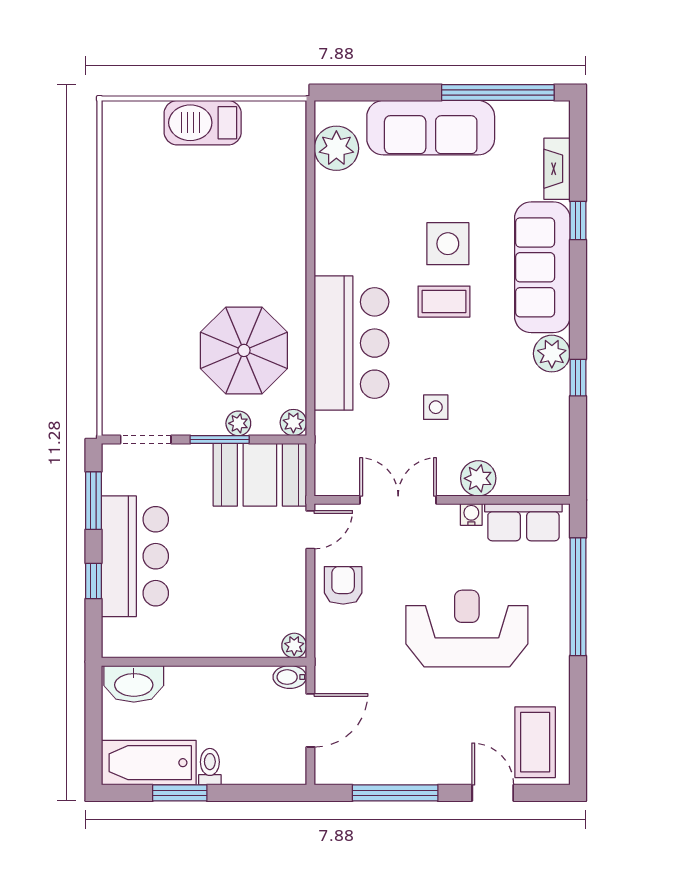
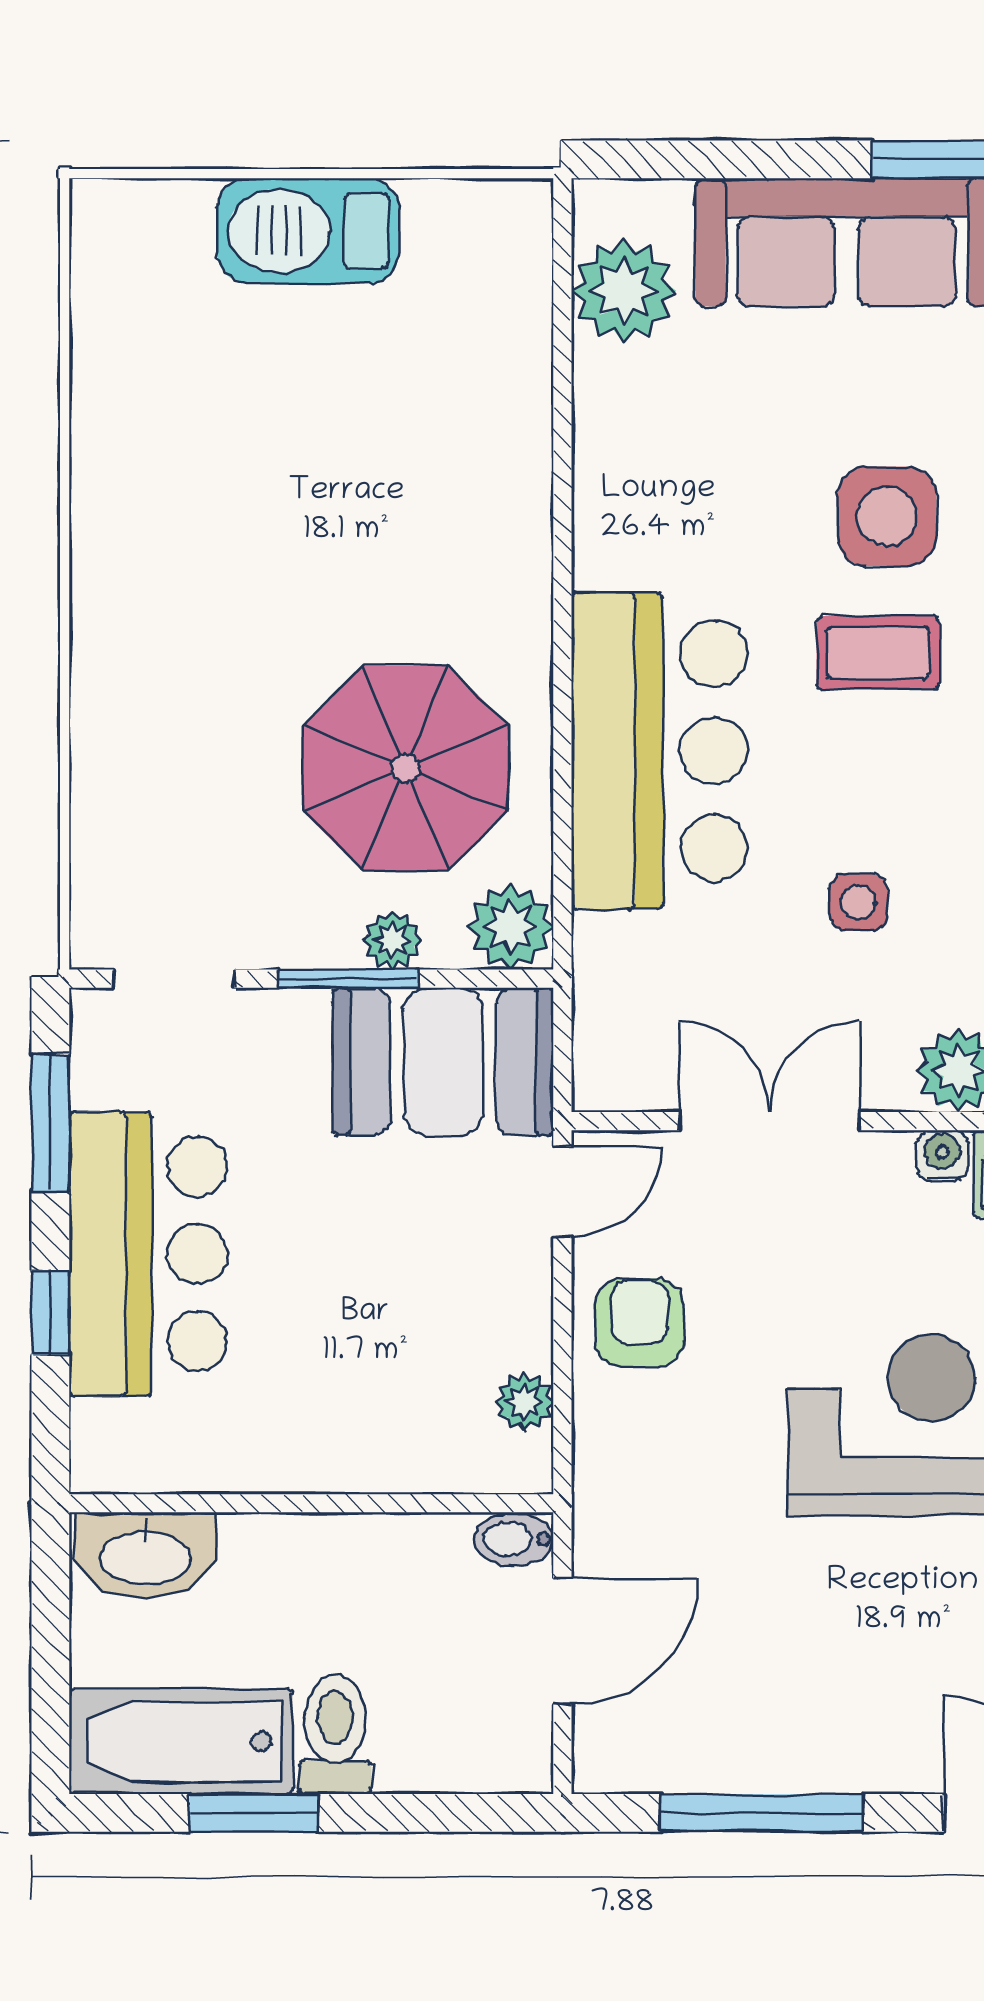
plant: (293, 423) -> (511, 927), width x1.38, depth x1.38
plant: (294, 646) -> (524, 1402), moved
toilet: (210, 767) -> (335, 1734), width x1.37, depth x1.39

